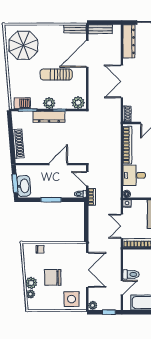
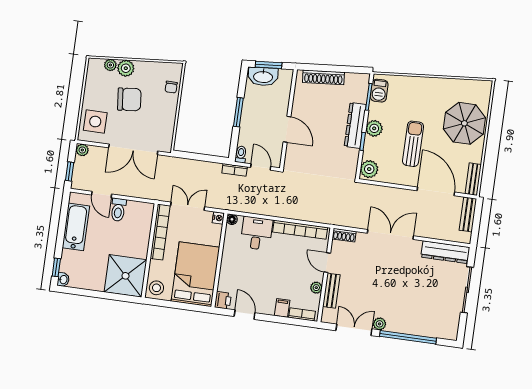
parasol: (23, 45) -> (464, 123), moved
door: (87, 179) -> (261, 167), hinge flipped
chair: (53, 277) -> (129, 99), turned 84

